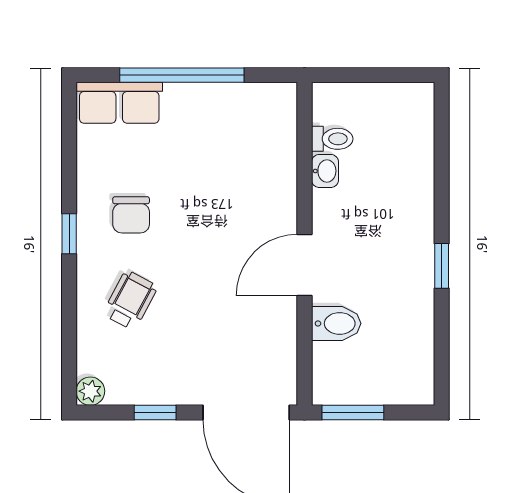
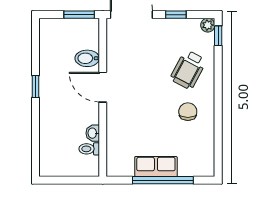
row of seats: (119, 103) -> (156, 167), moved
window: (69, 234) -> (218, 36), moved
door: (305, 265) -> (103, 87), swing flipped
wheelchair: (130, 300) -> (188, 70), width x1.36, depth x1.37

